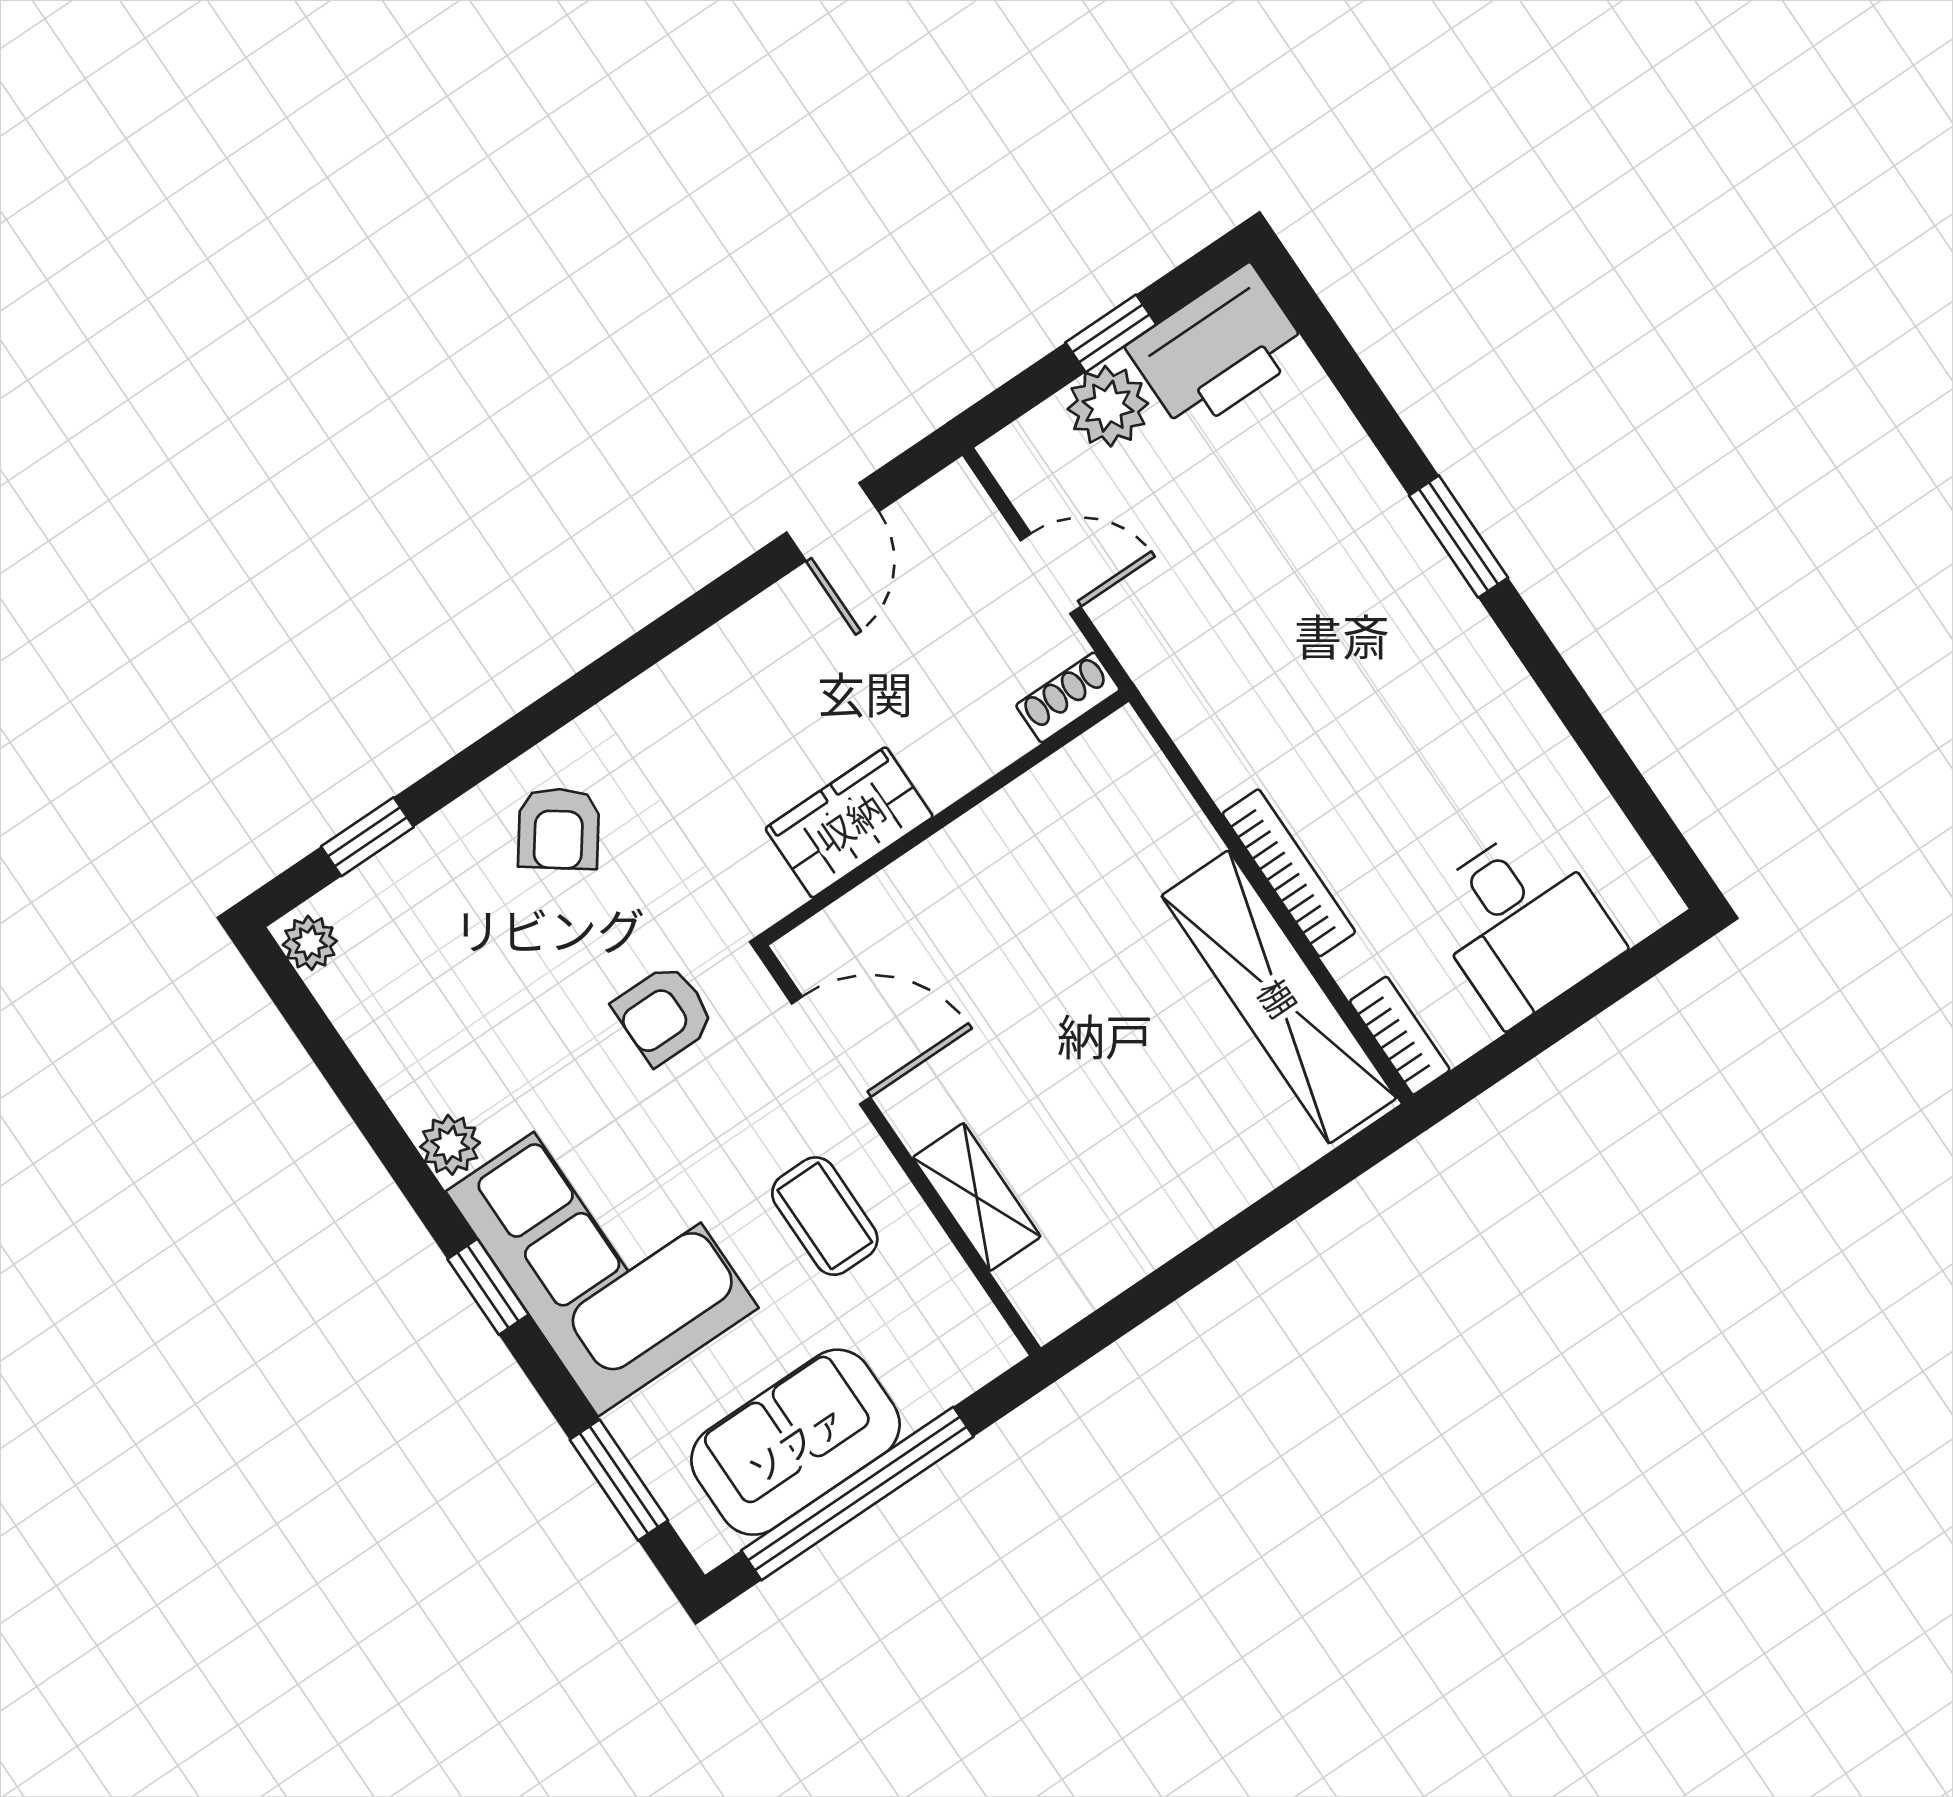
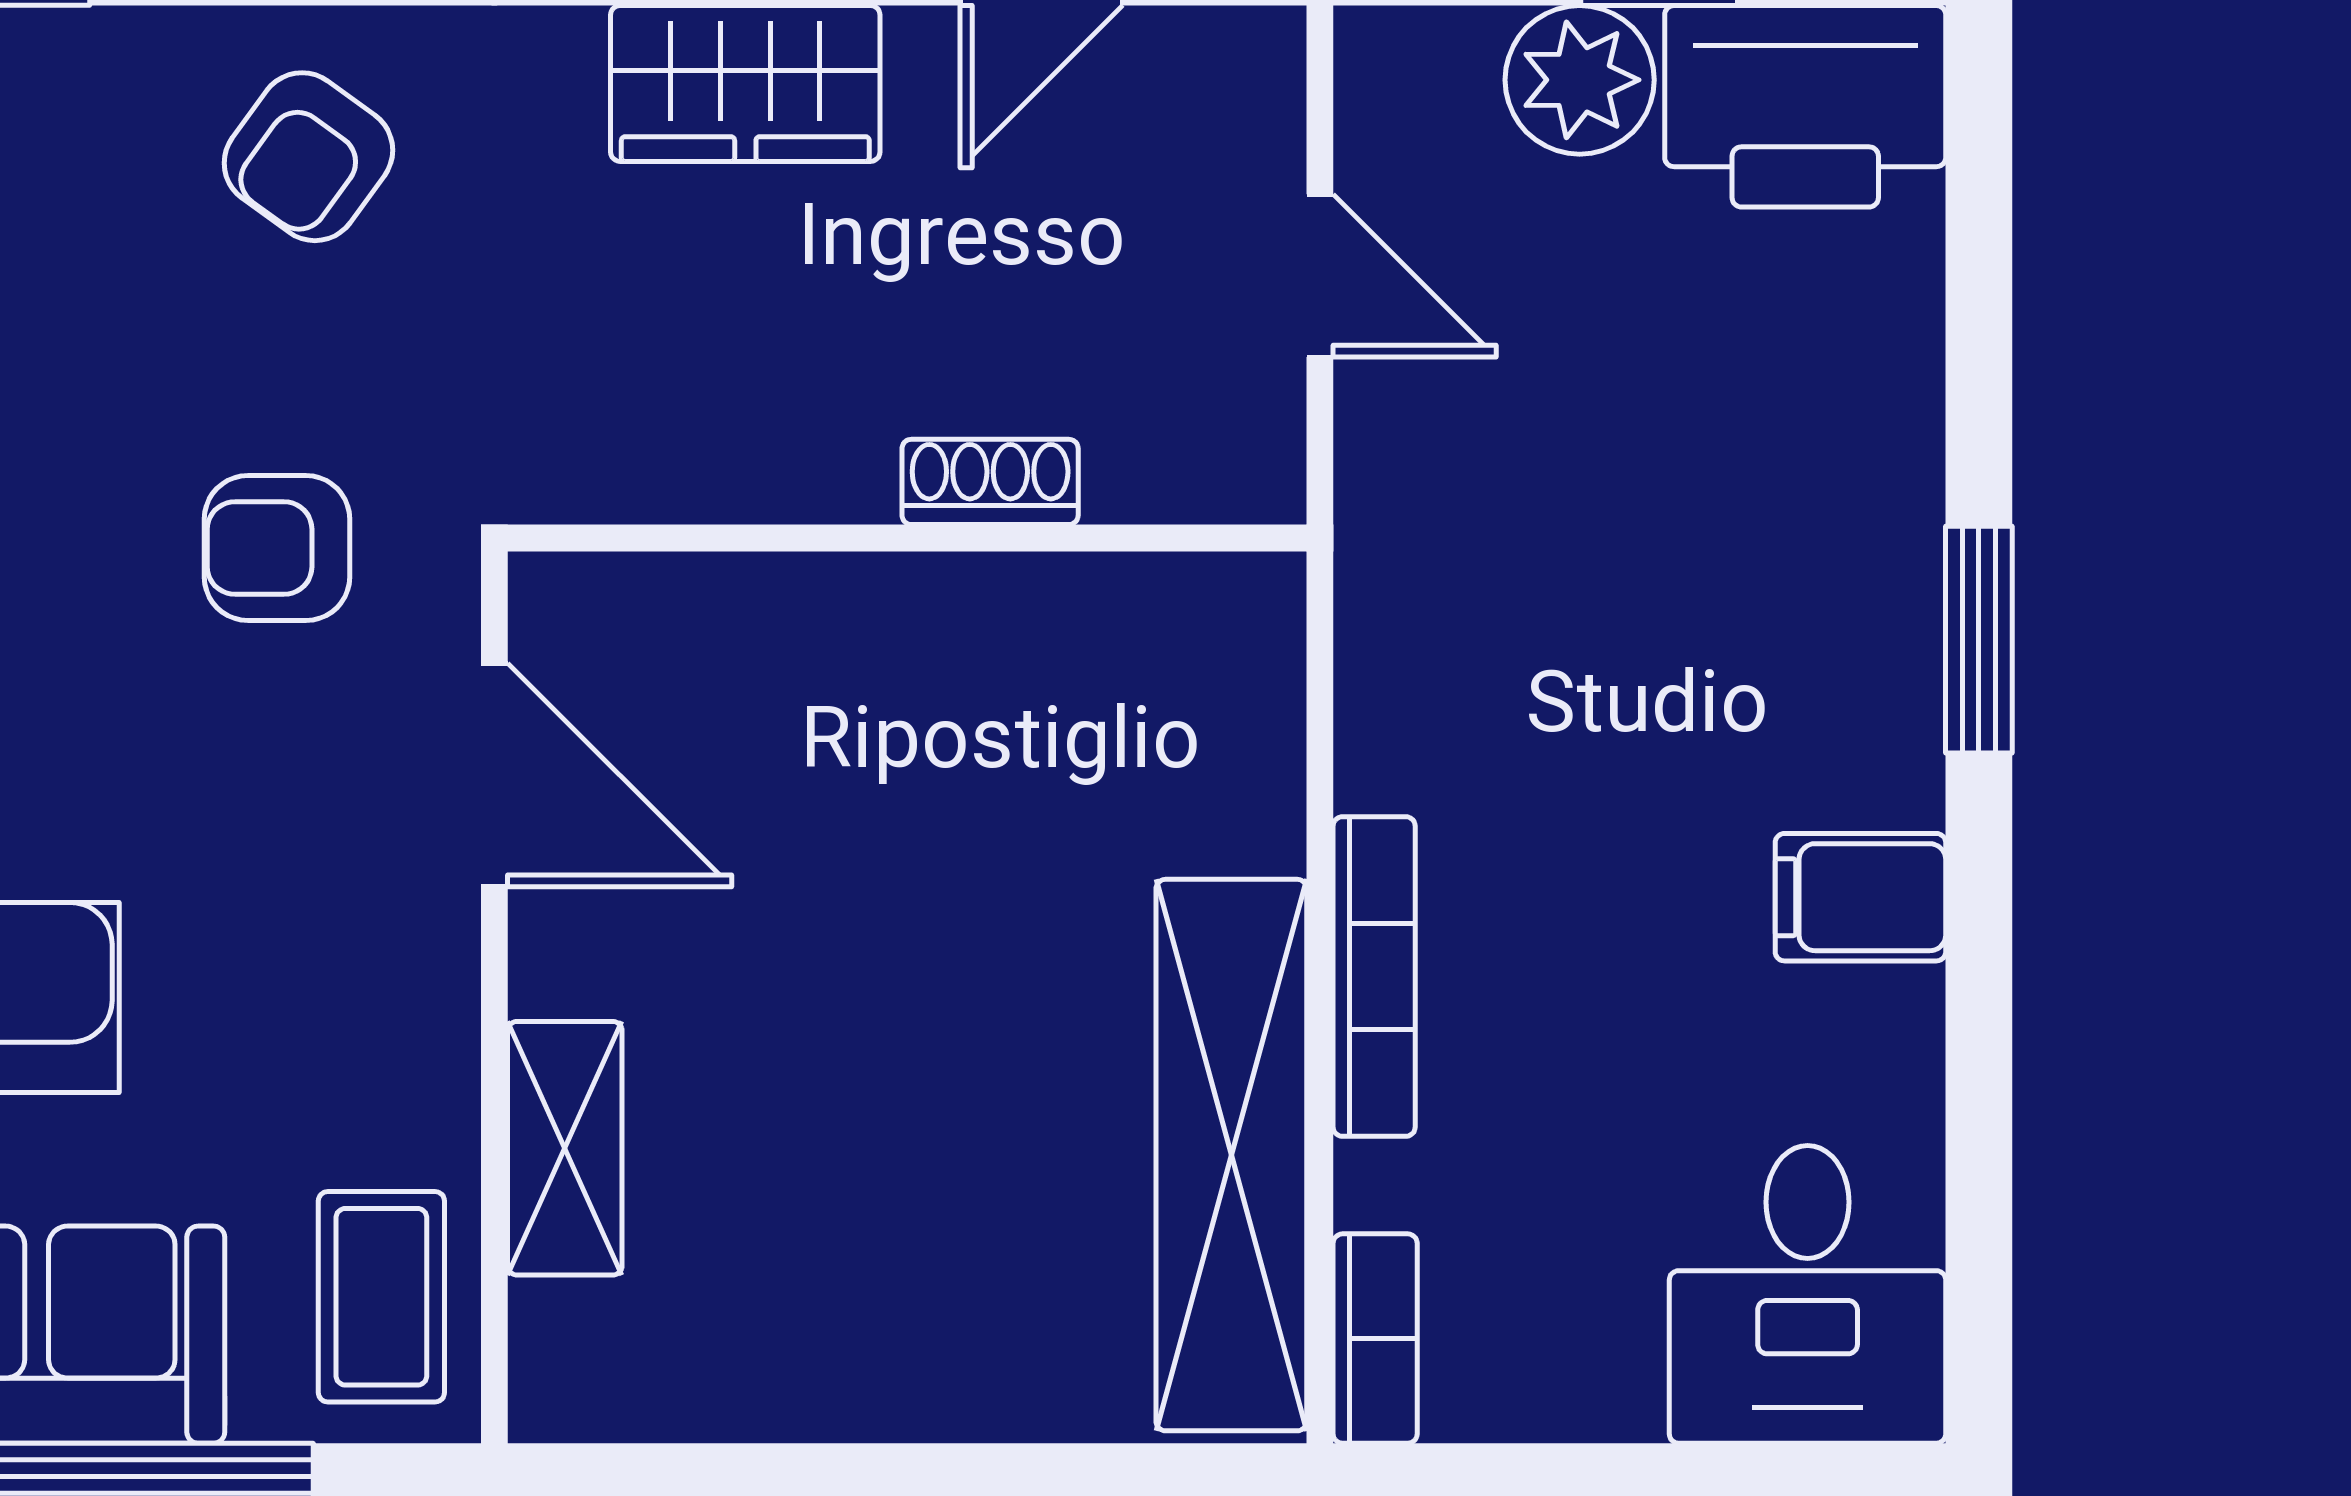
filing cabinet: (1484, 689) -> (1860, 897), added
shoe rack: (1068, 697) -> (990, 482), moved
wardrobe: (849, 822) -> (745, 83), moved, turned 180
desk: (1522, 924) -> (1808, 1294), moved
coffee table: (825, 1216) -> (381, 1297), moved

